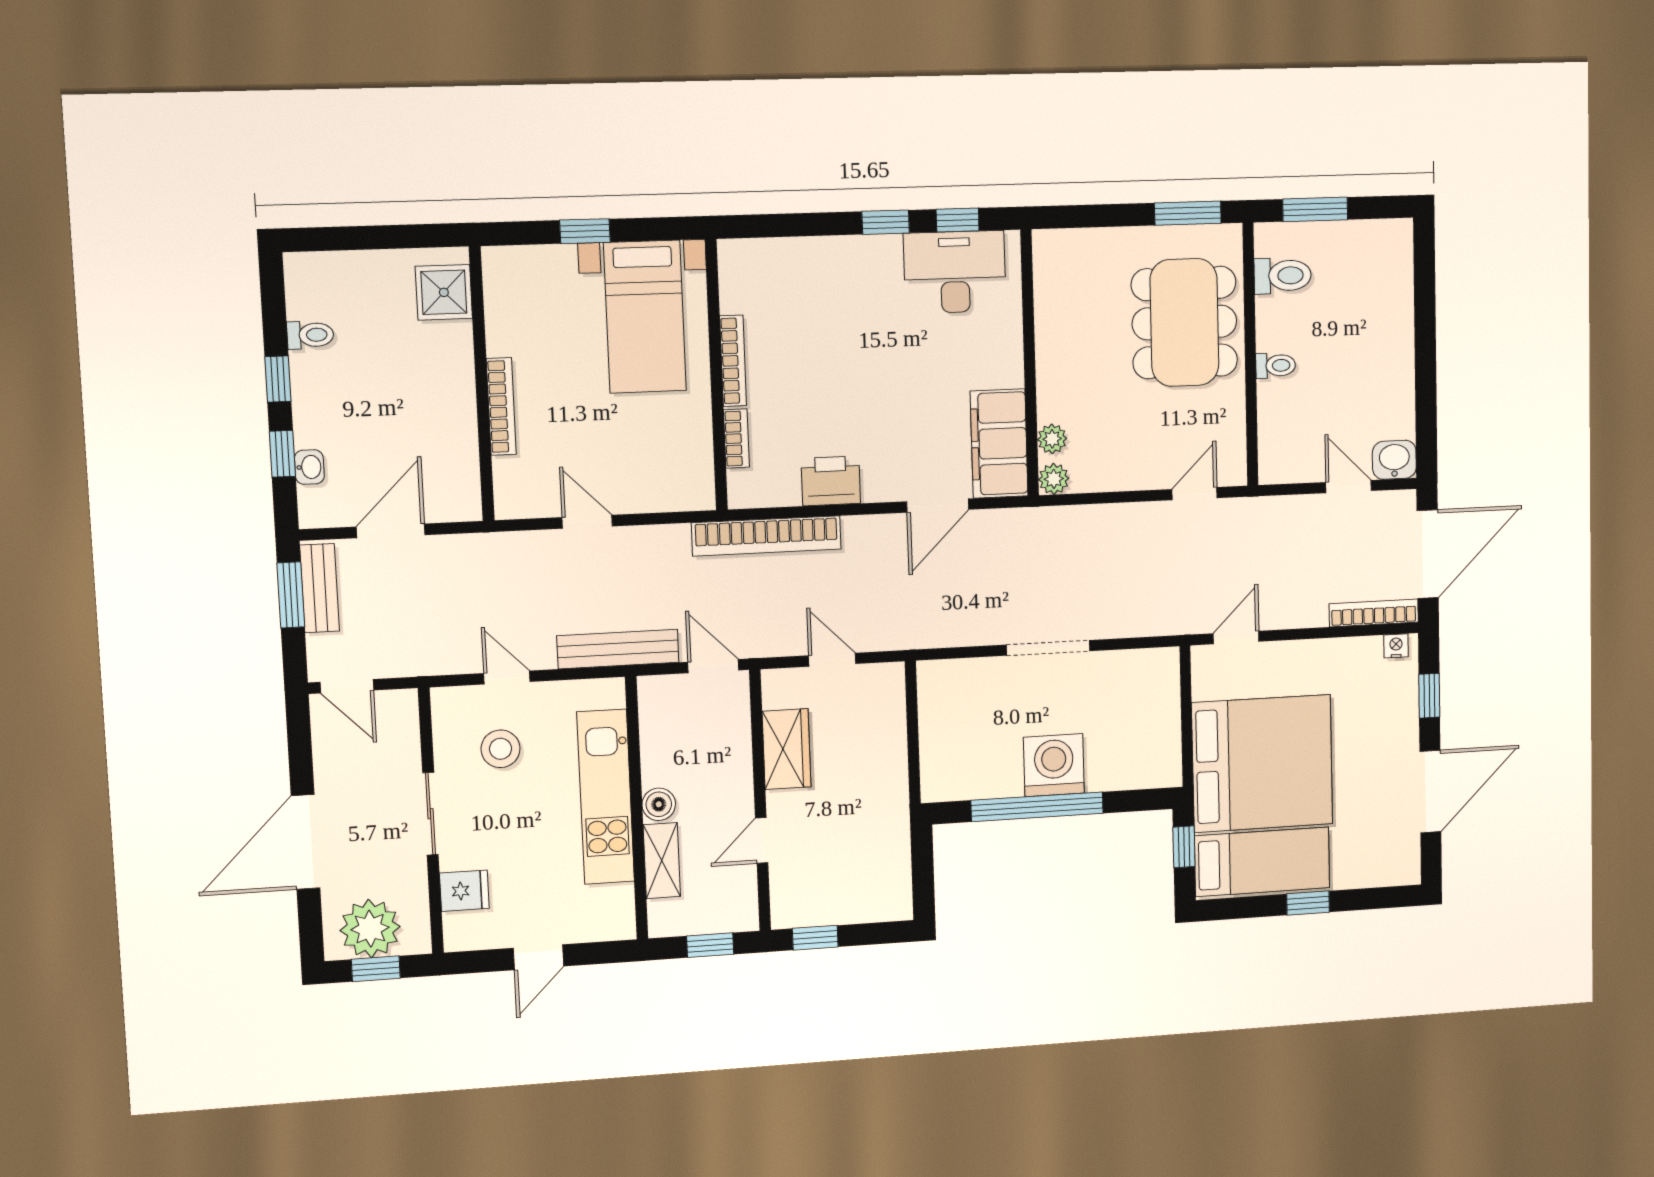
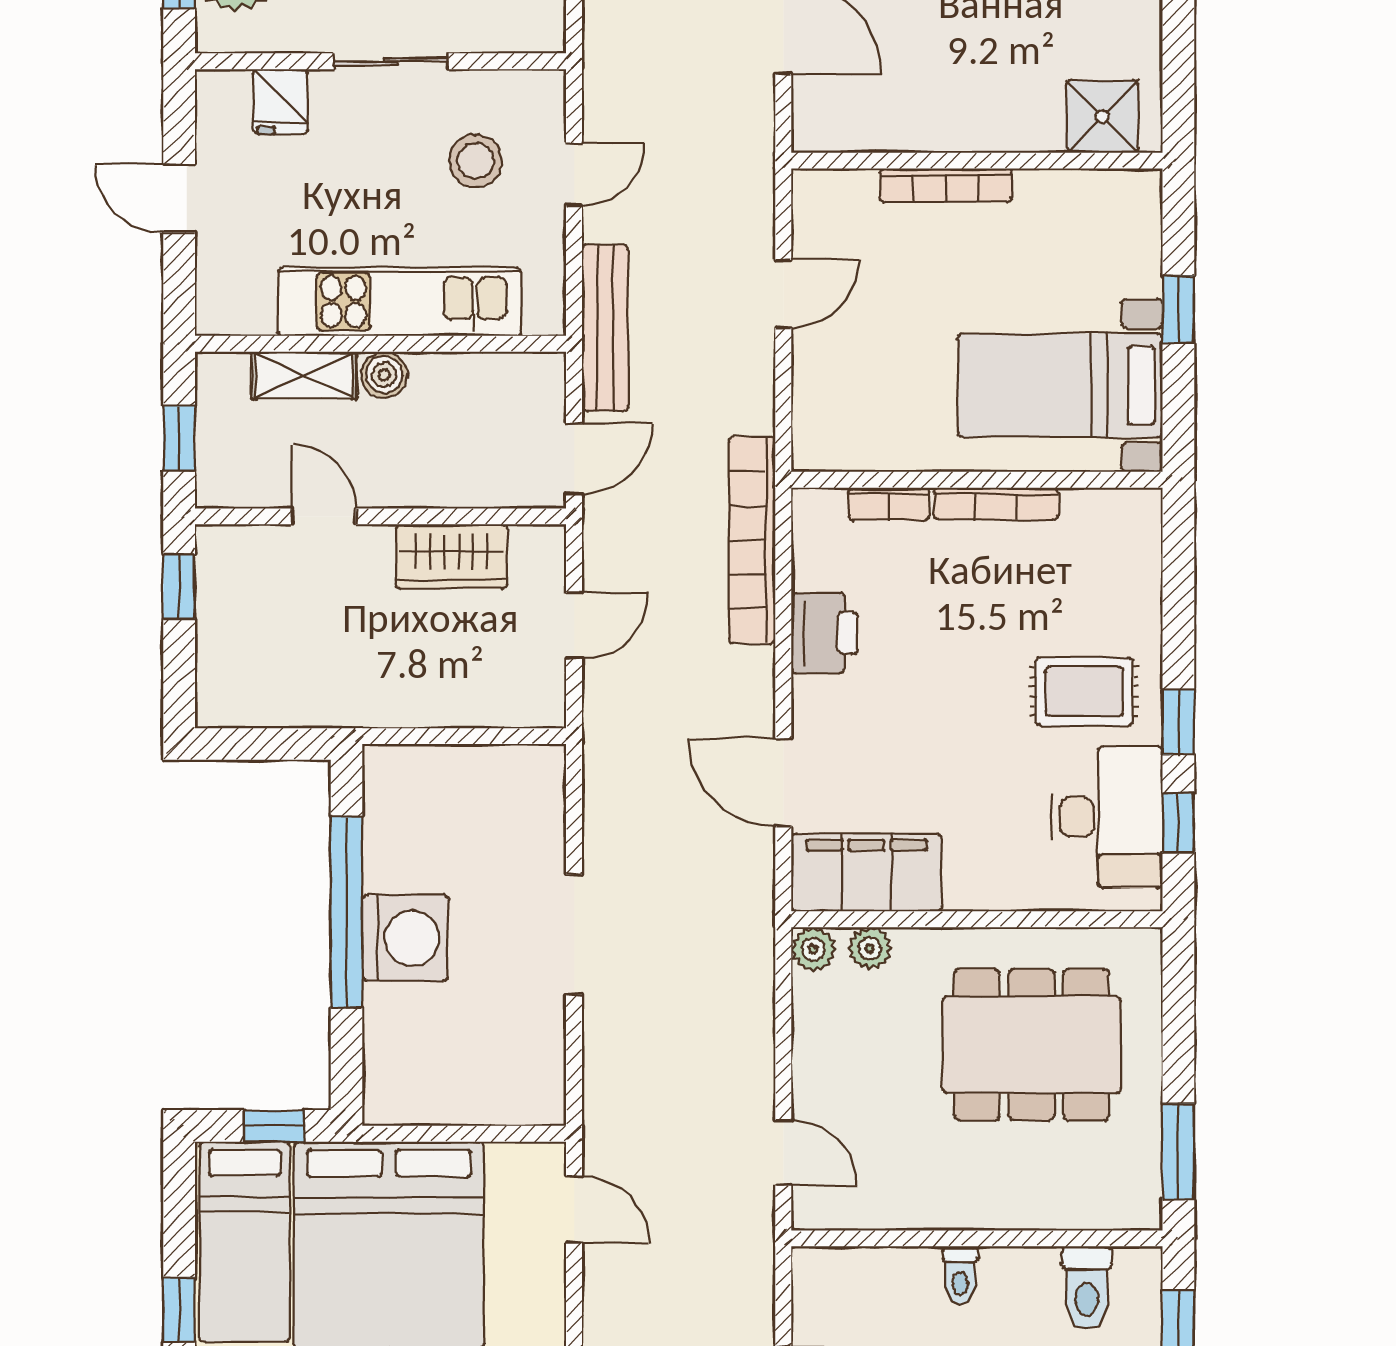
rug: (866, 292) -> (1084, 691), added
dining table: (1184, 323) -> (1031, 1045), moved

